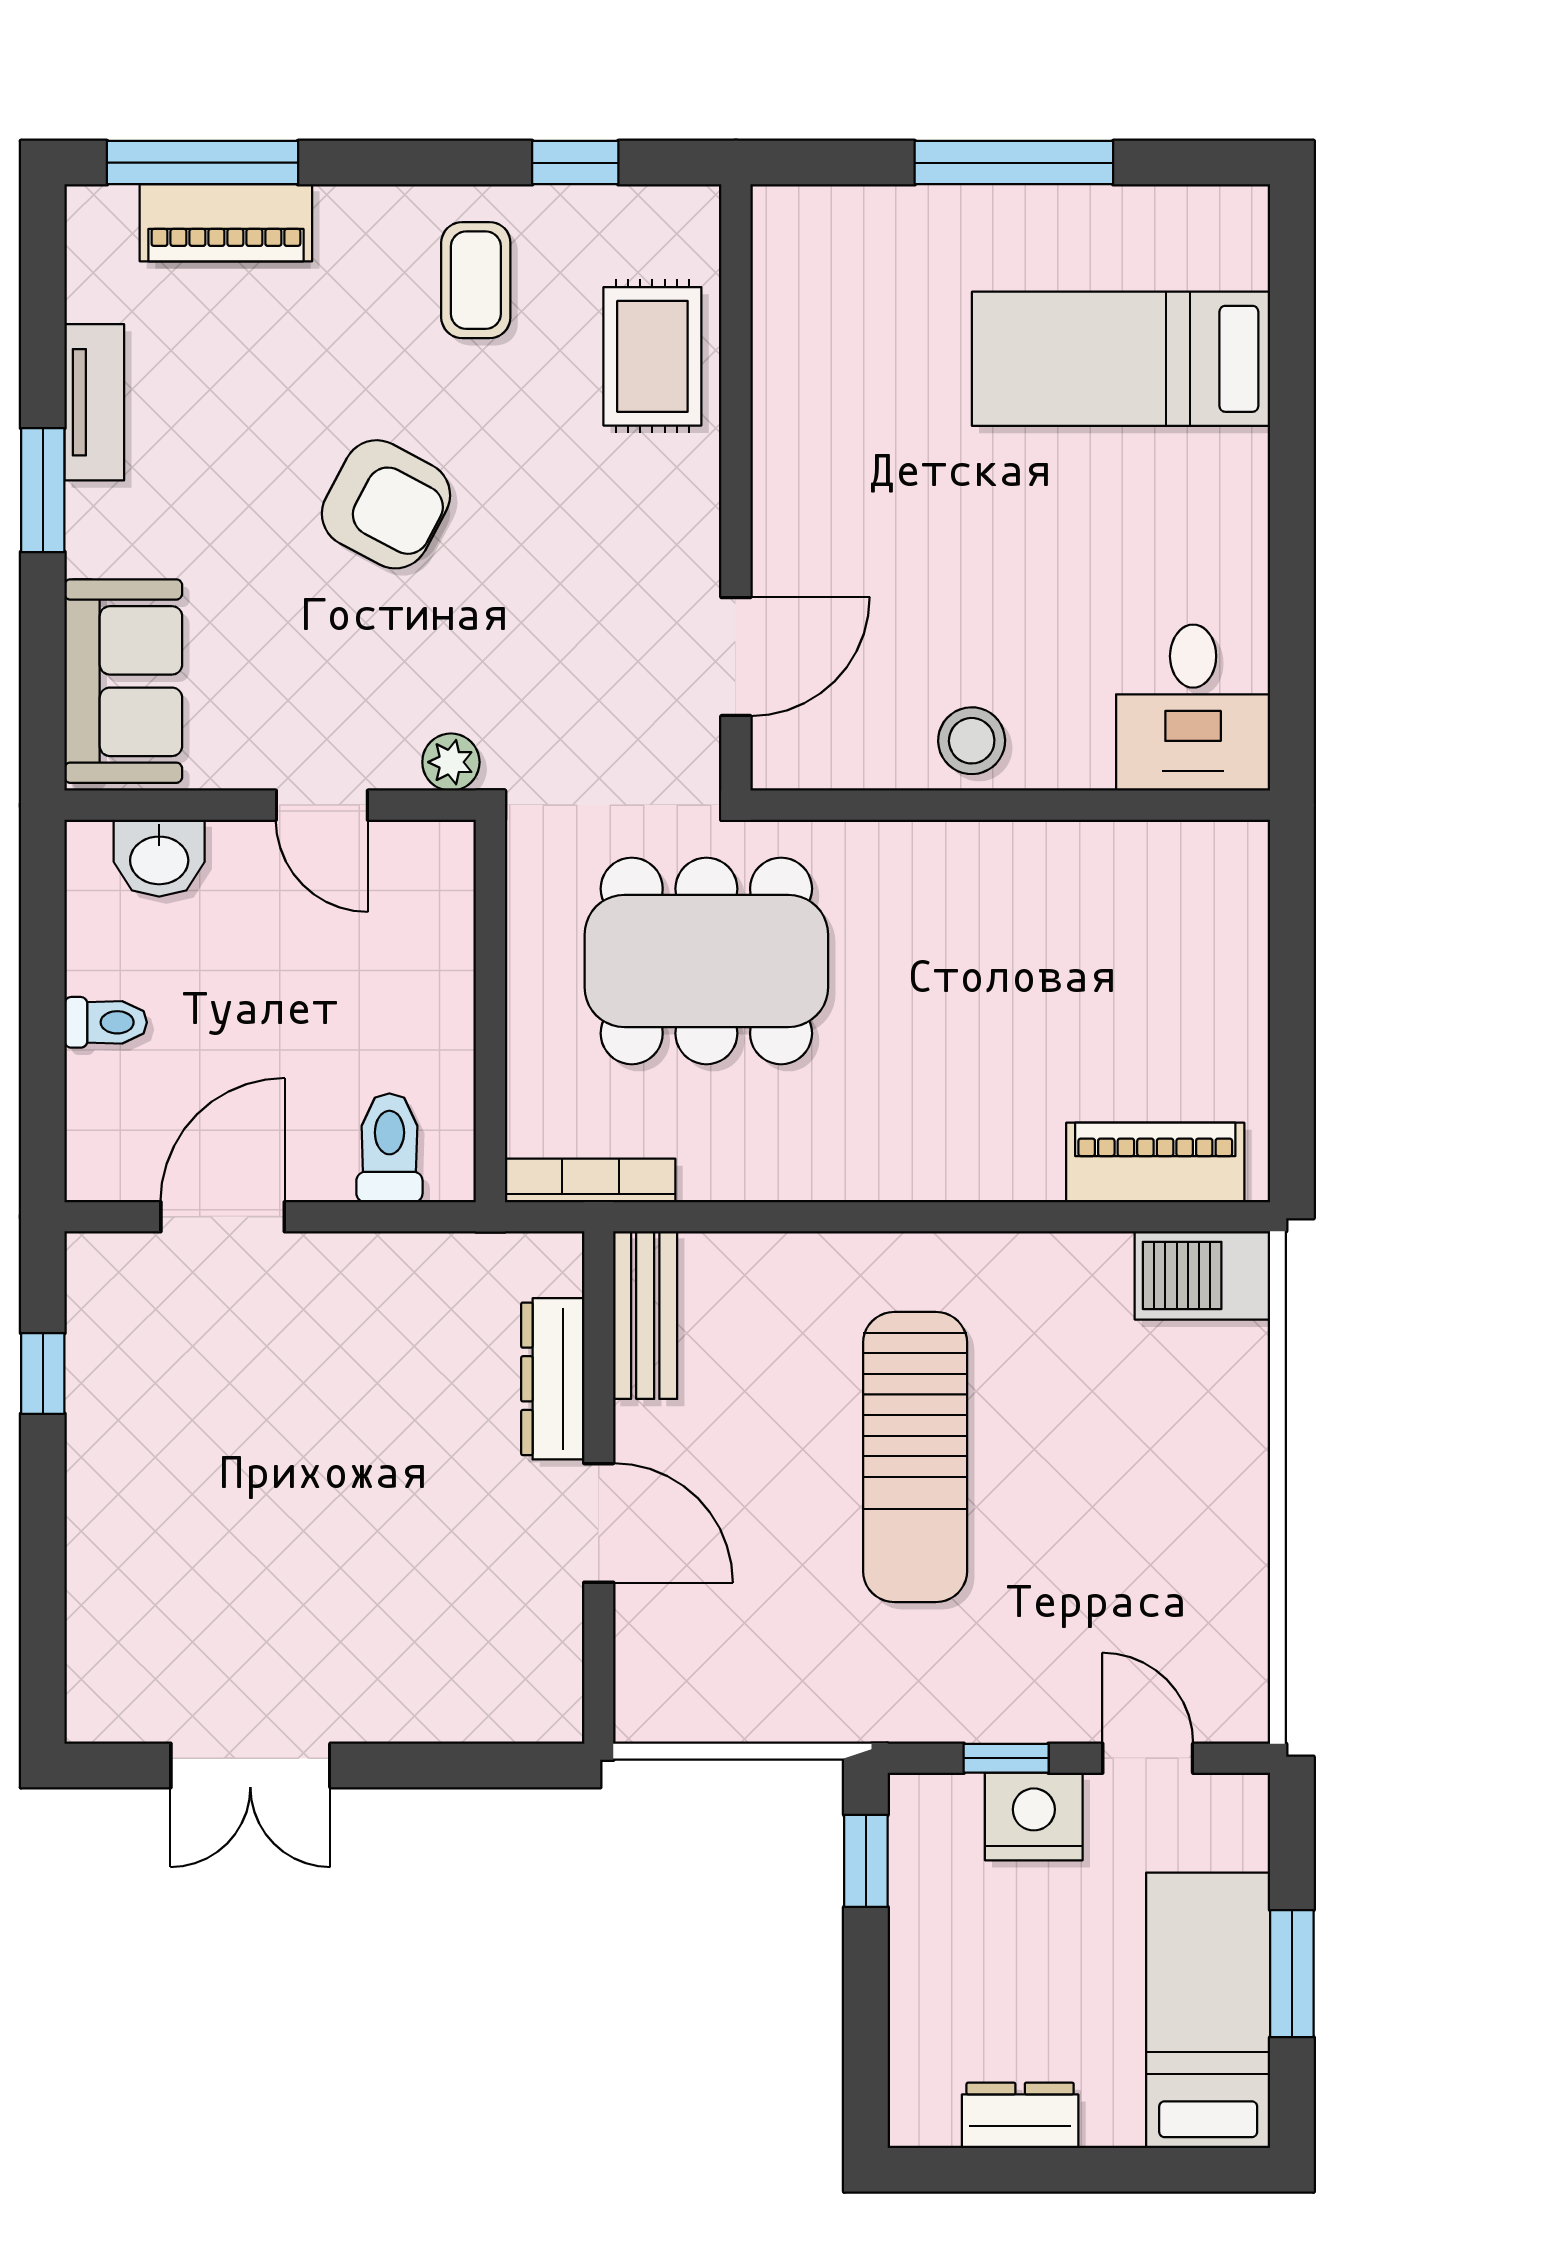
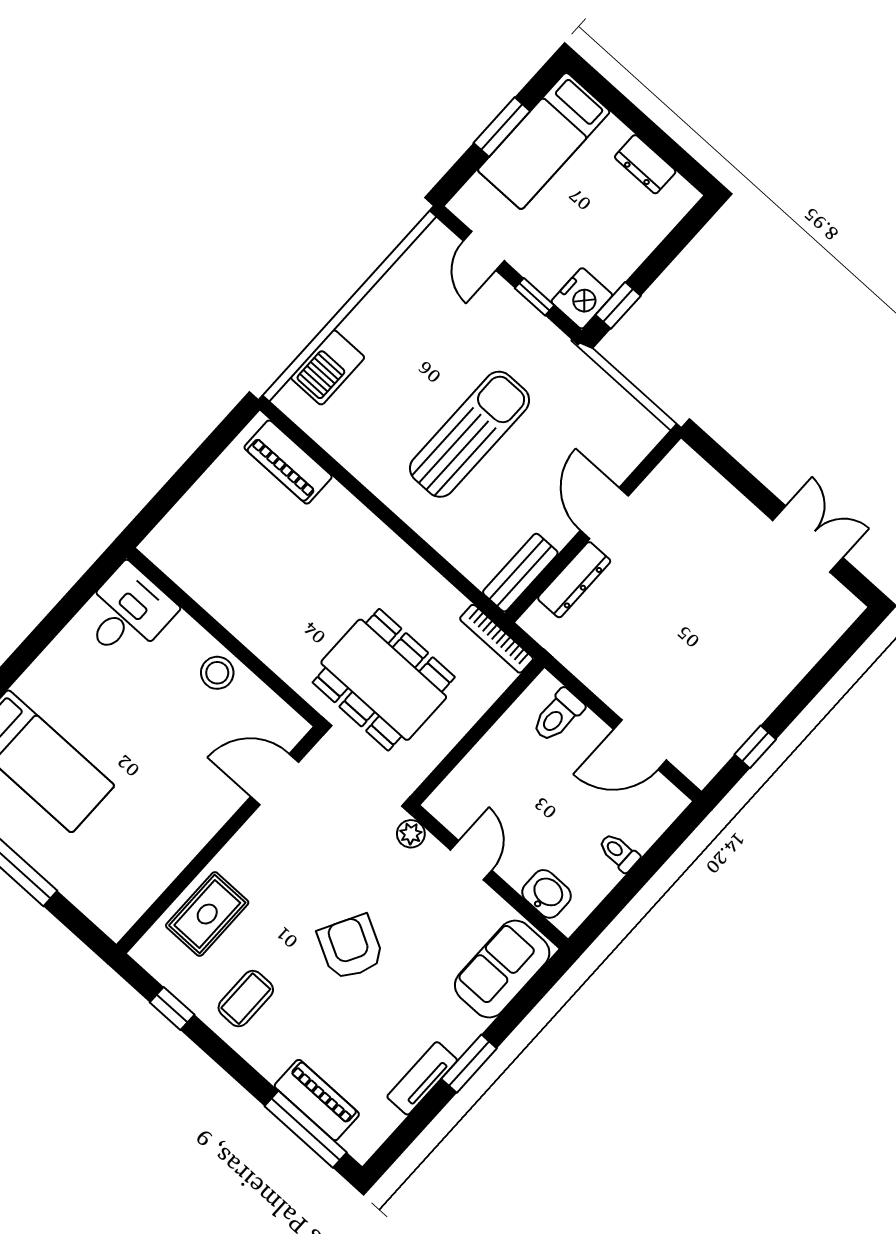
barbecue: (1202, 1275) -> (328, 367), moved, turned 90
nightstand: (1034, 1816) -> (582, 298), moved, turned -90

